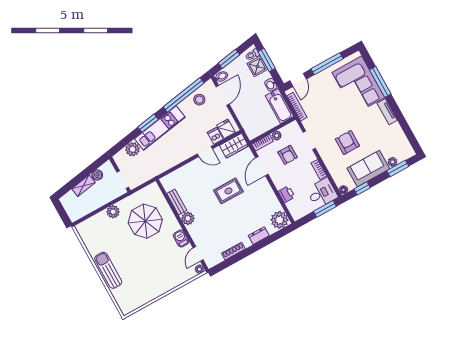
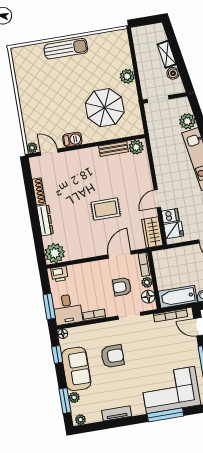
tv unit: (387, 112) -> (117, 413), moved
floor lamp: (288, 130) -> (148, 297), added
plant: (409, 150) -> (80, 420), added
door: (262, 166) -> (120, 255), hinge flipped
rug: (228, 191) -> (106, 209), turned 90
printer: (287, 194) -> (59, 274), moved
plant: (188, 218) -> (136, 147), moved
dresser: (259, 236) -> (45, 220), width x1.44

